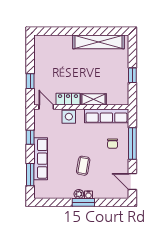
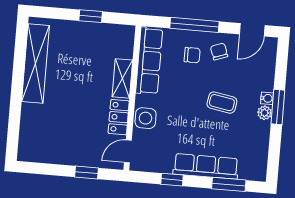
chair: (116, 161) -> (219, 51), added

